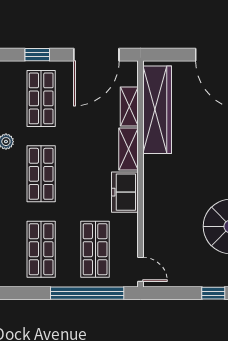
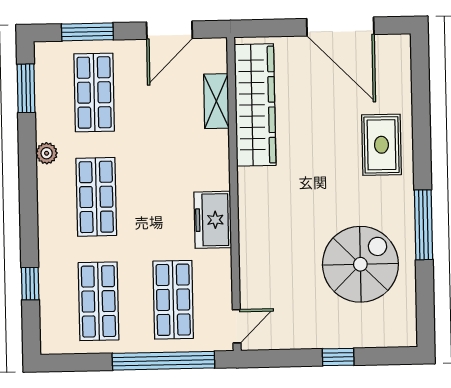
window: (37, 55) -> (87, 32), width x1.50
door: (96, 55) -> (169, 30), width x0.73
shelving: (129, 149) -> (217, 160), removed
door: (140, 269) -> (237, 326), hinge flipped

